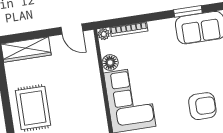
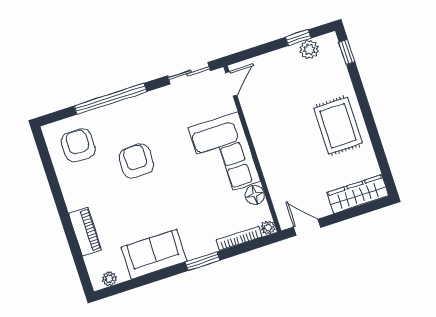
window: (188, 11) -> (202, 261), moved
armchair: (202, 106) -> (136, 161), turned 90

